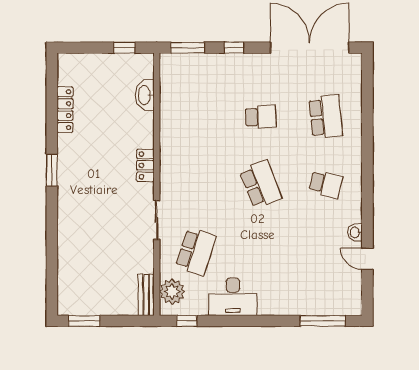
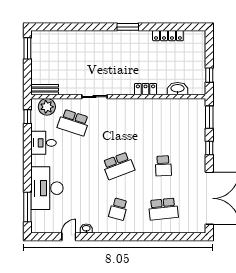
locker: (145, 165) -> (145, 89), moved
desk: (294, 291) -> (47, 188), added
desk: (233, 297) -> (43, 143), width x0.73

